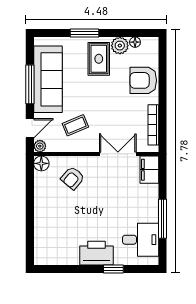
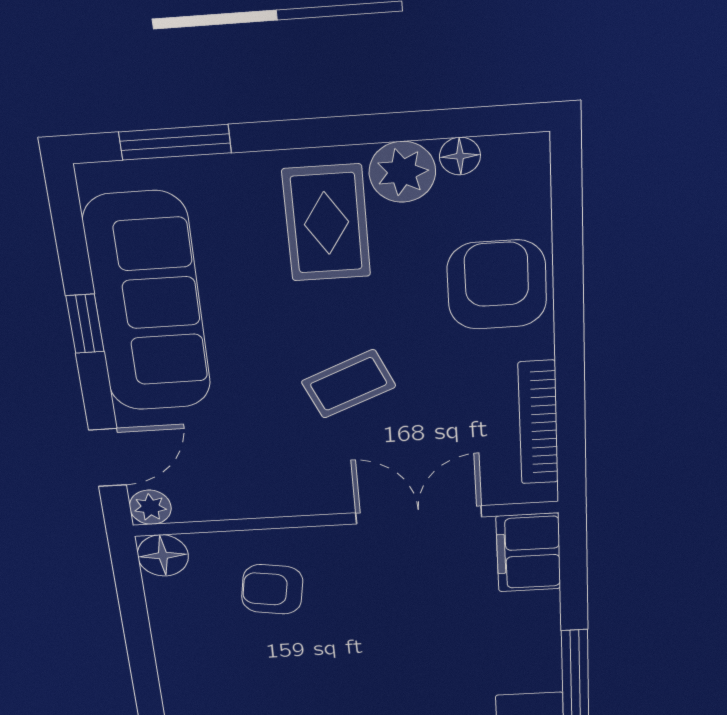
window: (84, 33) -> (175, 142), moved
armchair: (143, 80) -> (497, 285), turned 90
window: (30, 84) -> (85, 324), width x0.46
coffee table: (75, 125) -> (349, 384), moved
armchair: (73, 178) -> (272, 589), turned 59

